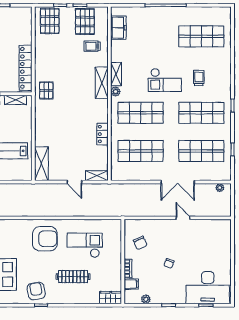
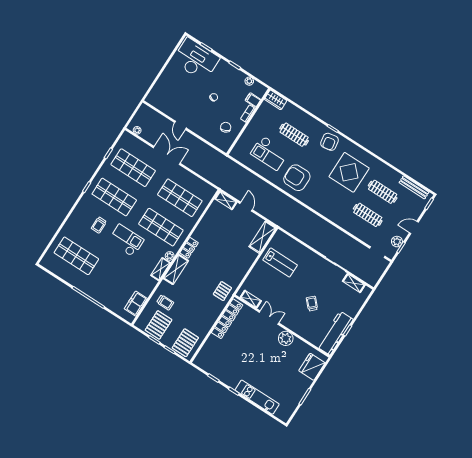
locker: (103, 134) -> (189, 248), moved

